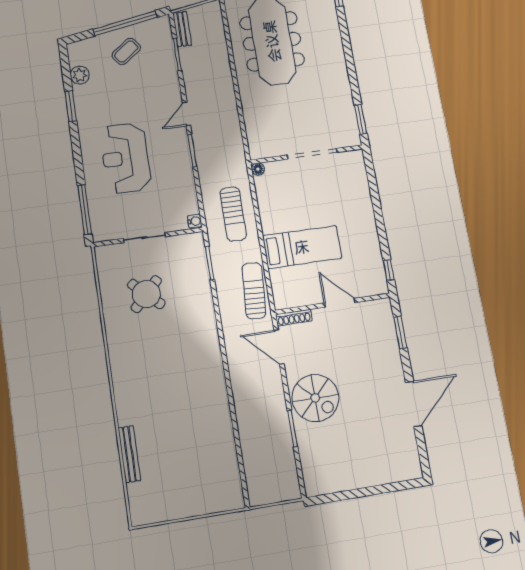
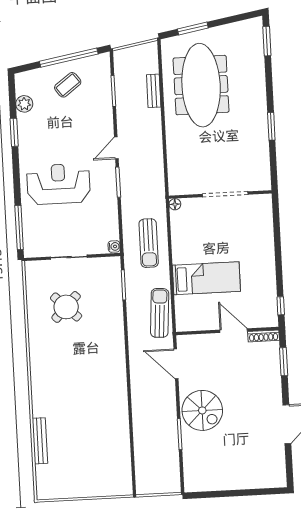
bench: (182, 29) -> (154, 91), moved
window: (361, 119) -> (271, 126), moved
reception desk: (125, 158) -> (59, 184), turned 90
shoe rack: (294, 318) -> (264, 336), moved

